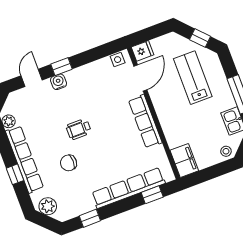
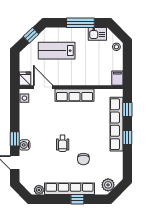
filing cabinet: (184, 161) -> (117, 78), width x0.50
window: (90, 218) -> (127, 137), moved

